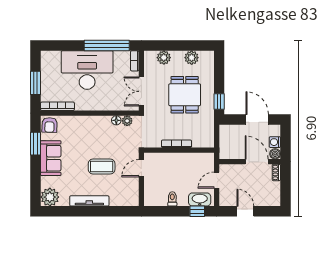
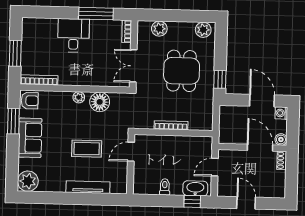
window: (107, 46) -> (96, 14), width x0.68
plant: (192, 58) -> (203, 30), moved
desk: (87, 70) -> (73, 35), width x0.53, depth x0.77
floor lamp: (116, 120) -> (100, 102), width x1.89, depth x1.89
plant: (127, 121) -> (79, 97), moved
armchair: (50, 125) -> (30, 101), turned -92
washing machine: (275, 142) -> (281, 113), moved
tv unit: (89, 201) -> (88, 187), moved

